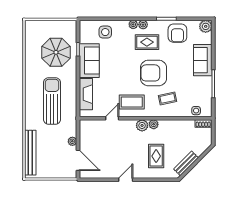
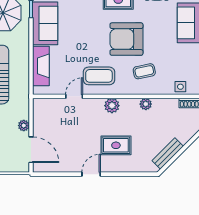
plant: (154, 124) -> (146, 104), moved
rug: (156, 156) -> (116, 145), moved, turned 90

